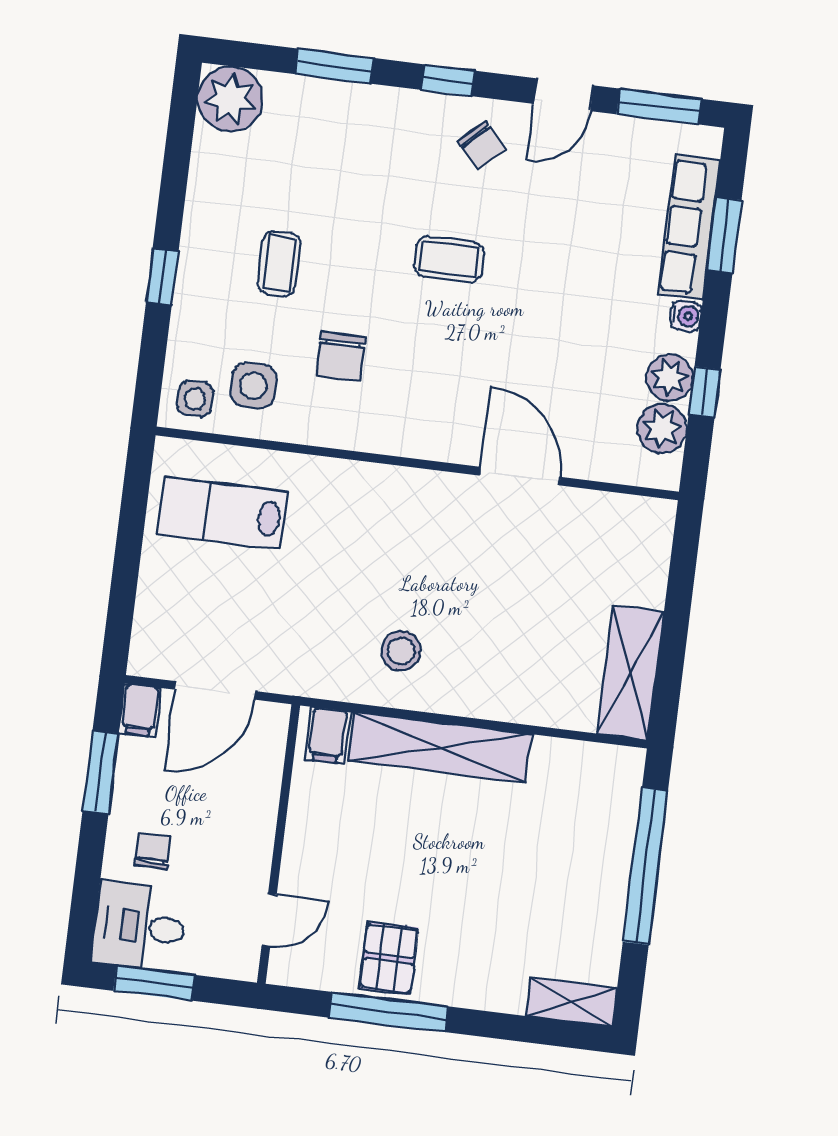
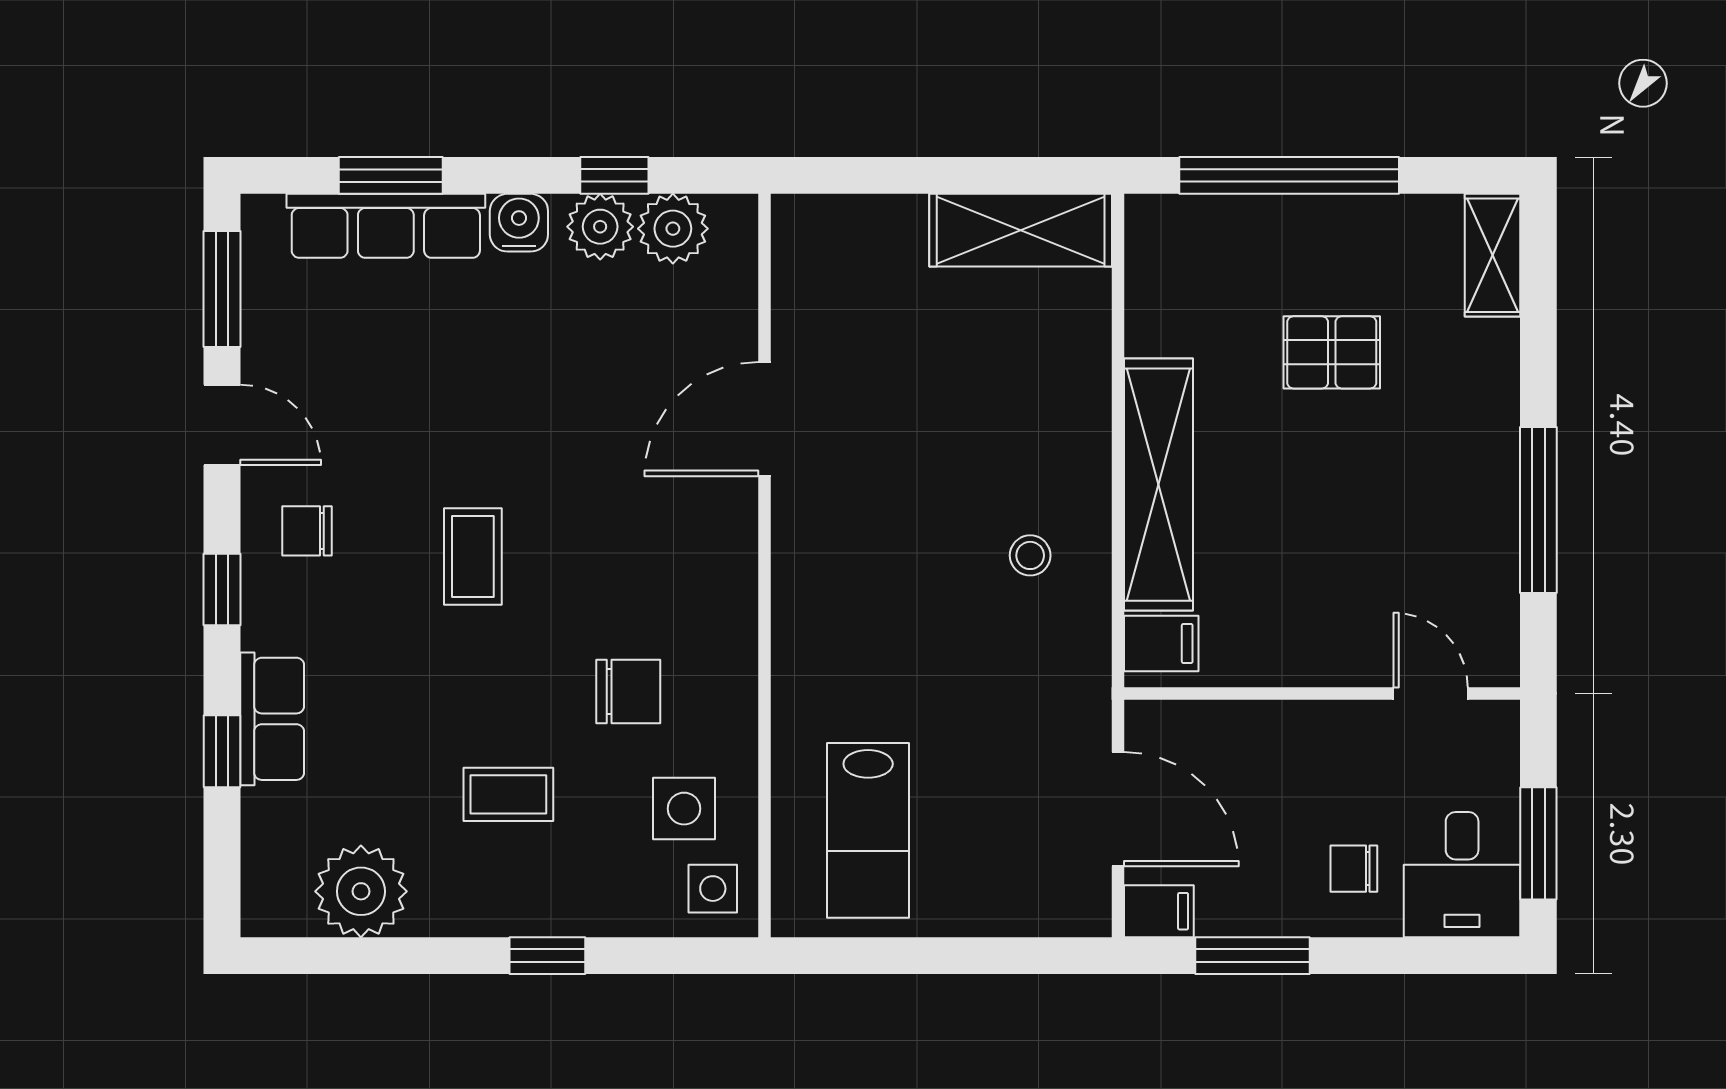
window: (334, 66) -> (222, 751), width x0.67
plant: (230, 99) -> (361, 891), moved
row of seats: (353, 104) -> (272, 719), added
chair: (482, 145) -> (307, 531), turned -136
water cooler: (686, 316) -> (519, 223), width x1.38, depth x1.38
stool: (401, 651) -> (1030, 555), width x0.73, depth x0.73
pallet: (389, 958) -> (1332, 352), moved

